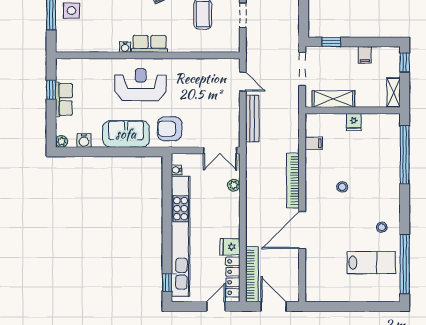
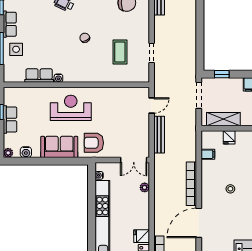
row of seats: (149, 44) -> (39, 76), moved
door: (243, 82) -> (152, 105), hinge flipped
fridge: (354, 122) -> (229, 137), moved

